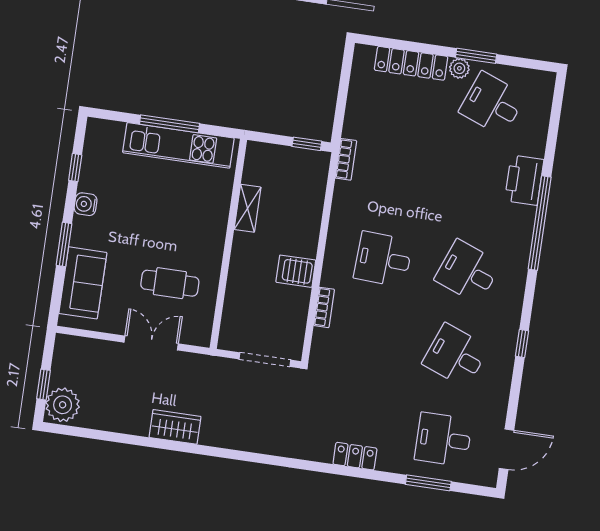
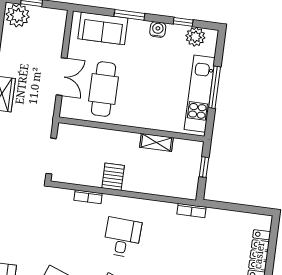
window: (307, 144) -> (204, 167), moved
plant: (97, 150) -> (195, 37), added
cafe table: (170, 283) -> (104, 89), width x1.37, depth x1.35

